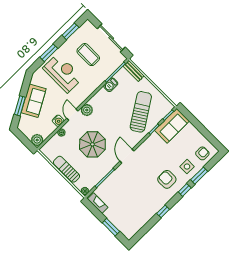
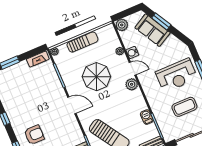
sofa: (34, 101) -> (153, 30), moved

